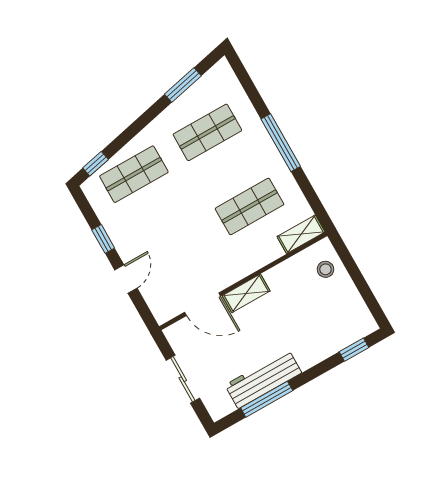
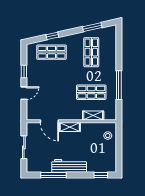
shop shelf: (207, 132) -> (91, 52), turned 90
window: (281, 143) -> (119, 85), moved
window: (96, 164) -> (52, 36), moved
shelving: (301, 234) -> (93, 116), moved
workbench: (263, 379) -> (69, 166), moved

